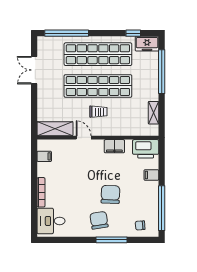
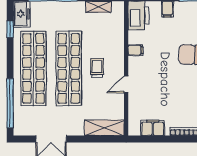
shelving: (55, 129) -> (104, 128), moved, turned 90
filing cabinet: (114, 146) -> (136, 50), width x0.50
filing cabinet: (44, 156) -> (153, 128), width x2.00

